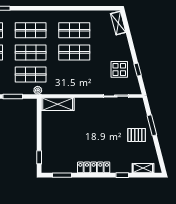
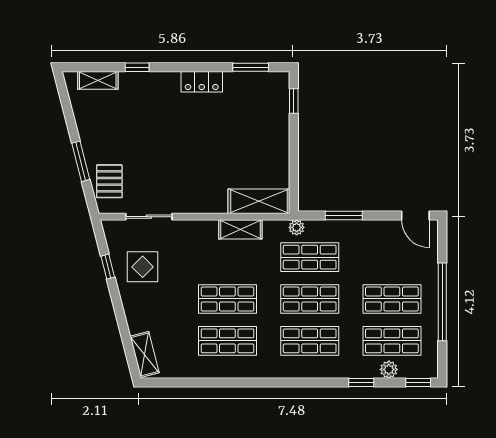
shelving: (67, 89) -> (240, 229), added
pallet: (137, 135) -> (109, 181), moved, turned 90
locker: (94, 167) -> (202, 82), width x0.66

